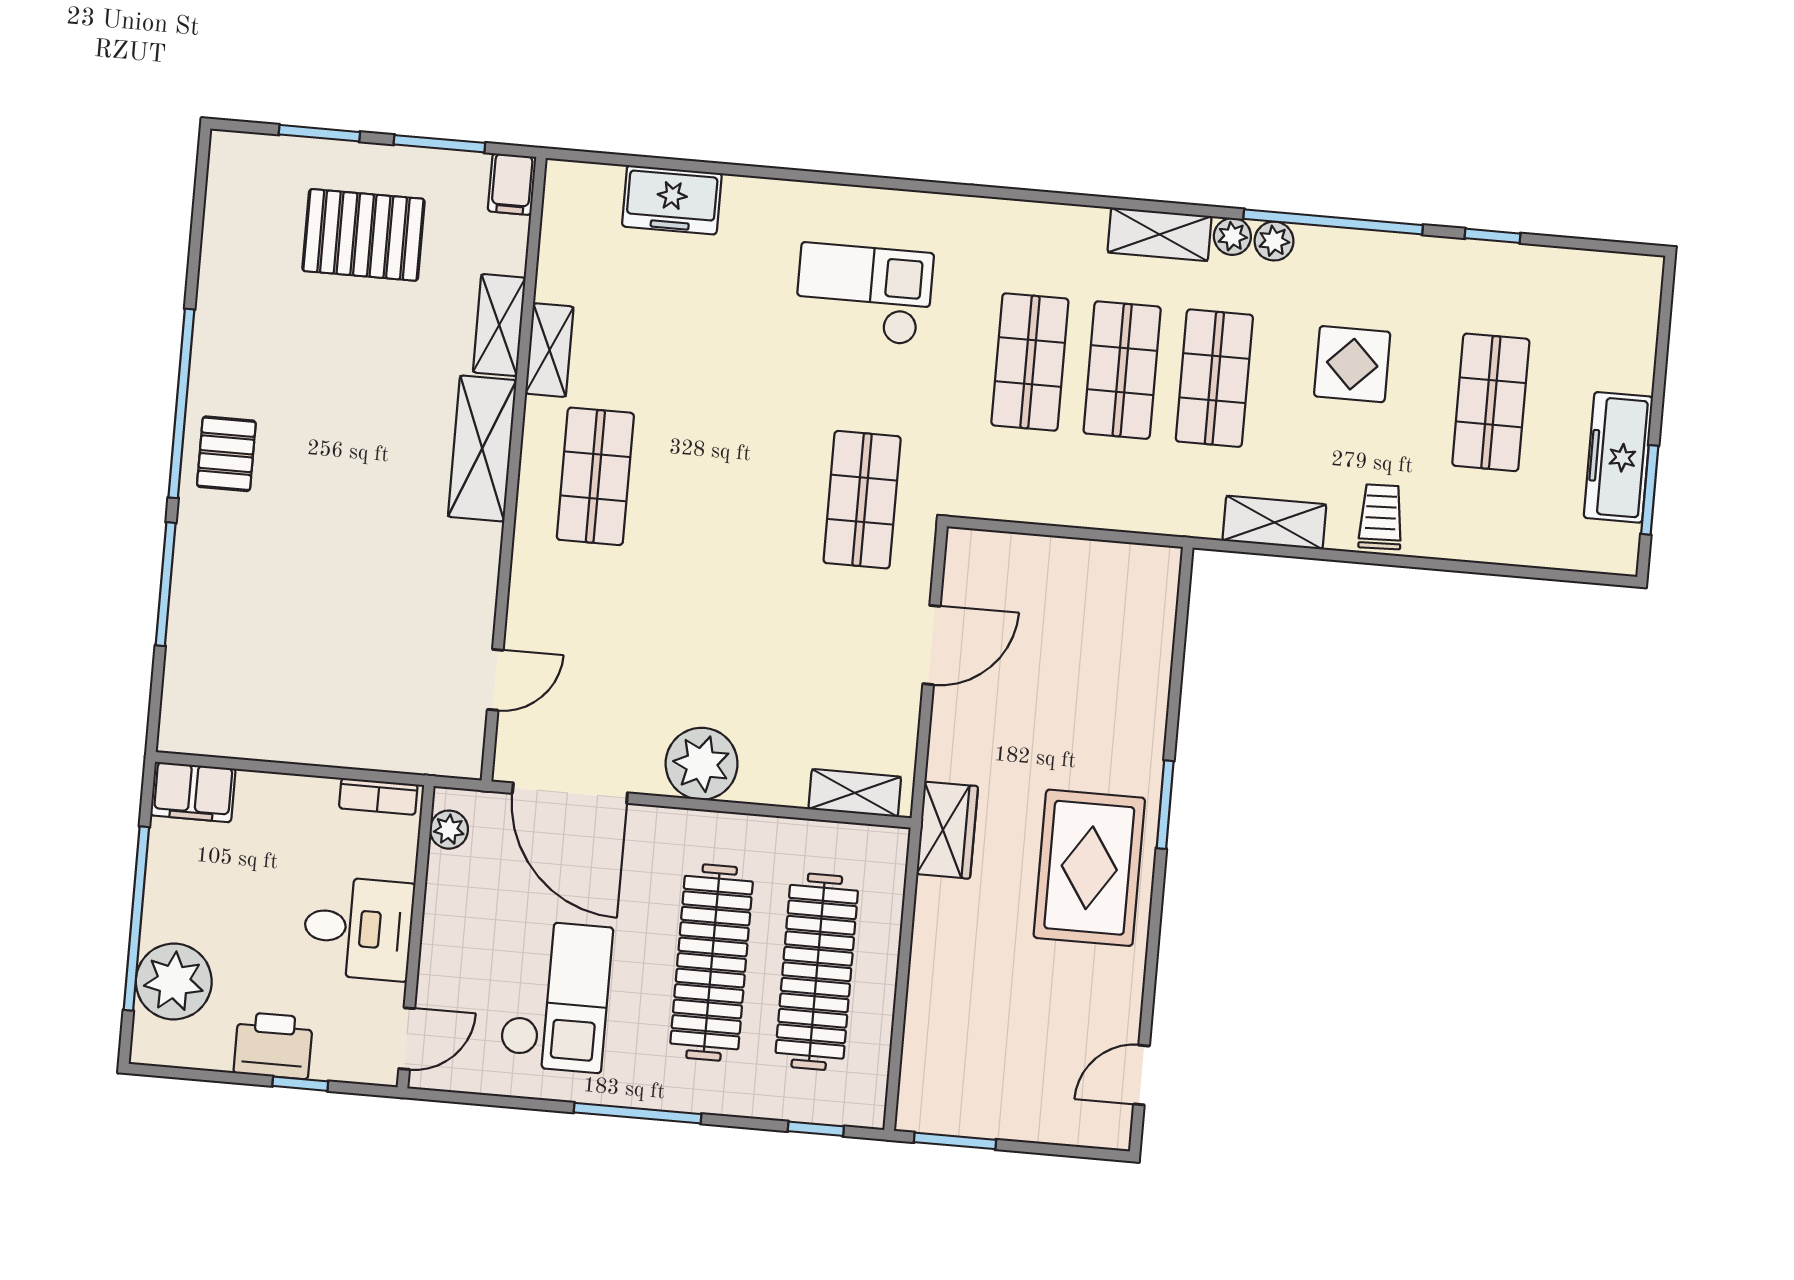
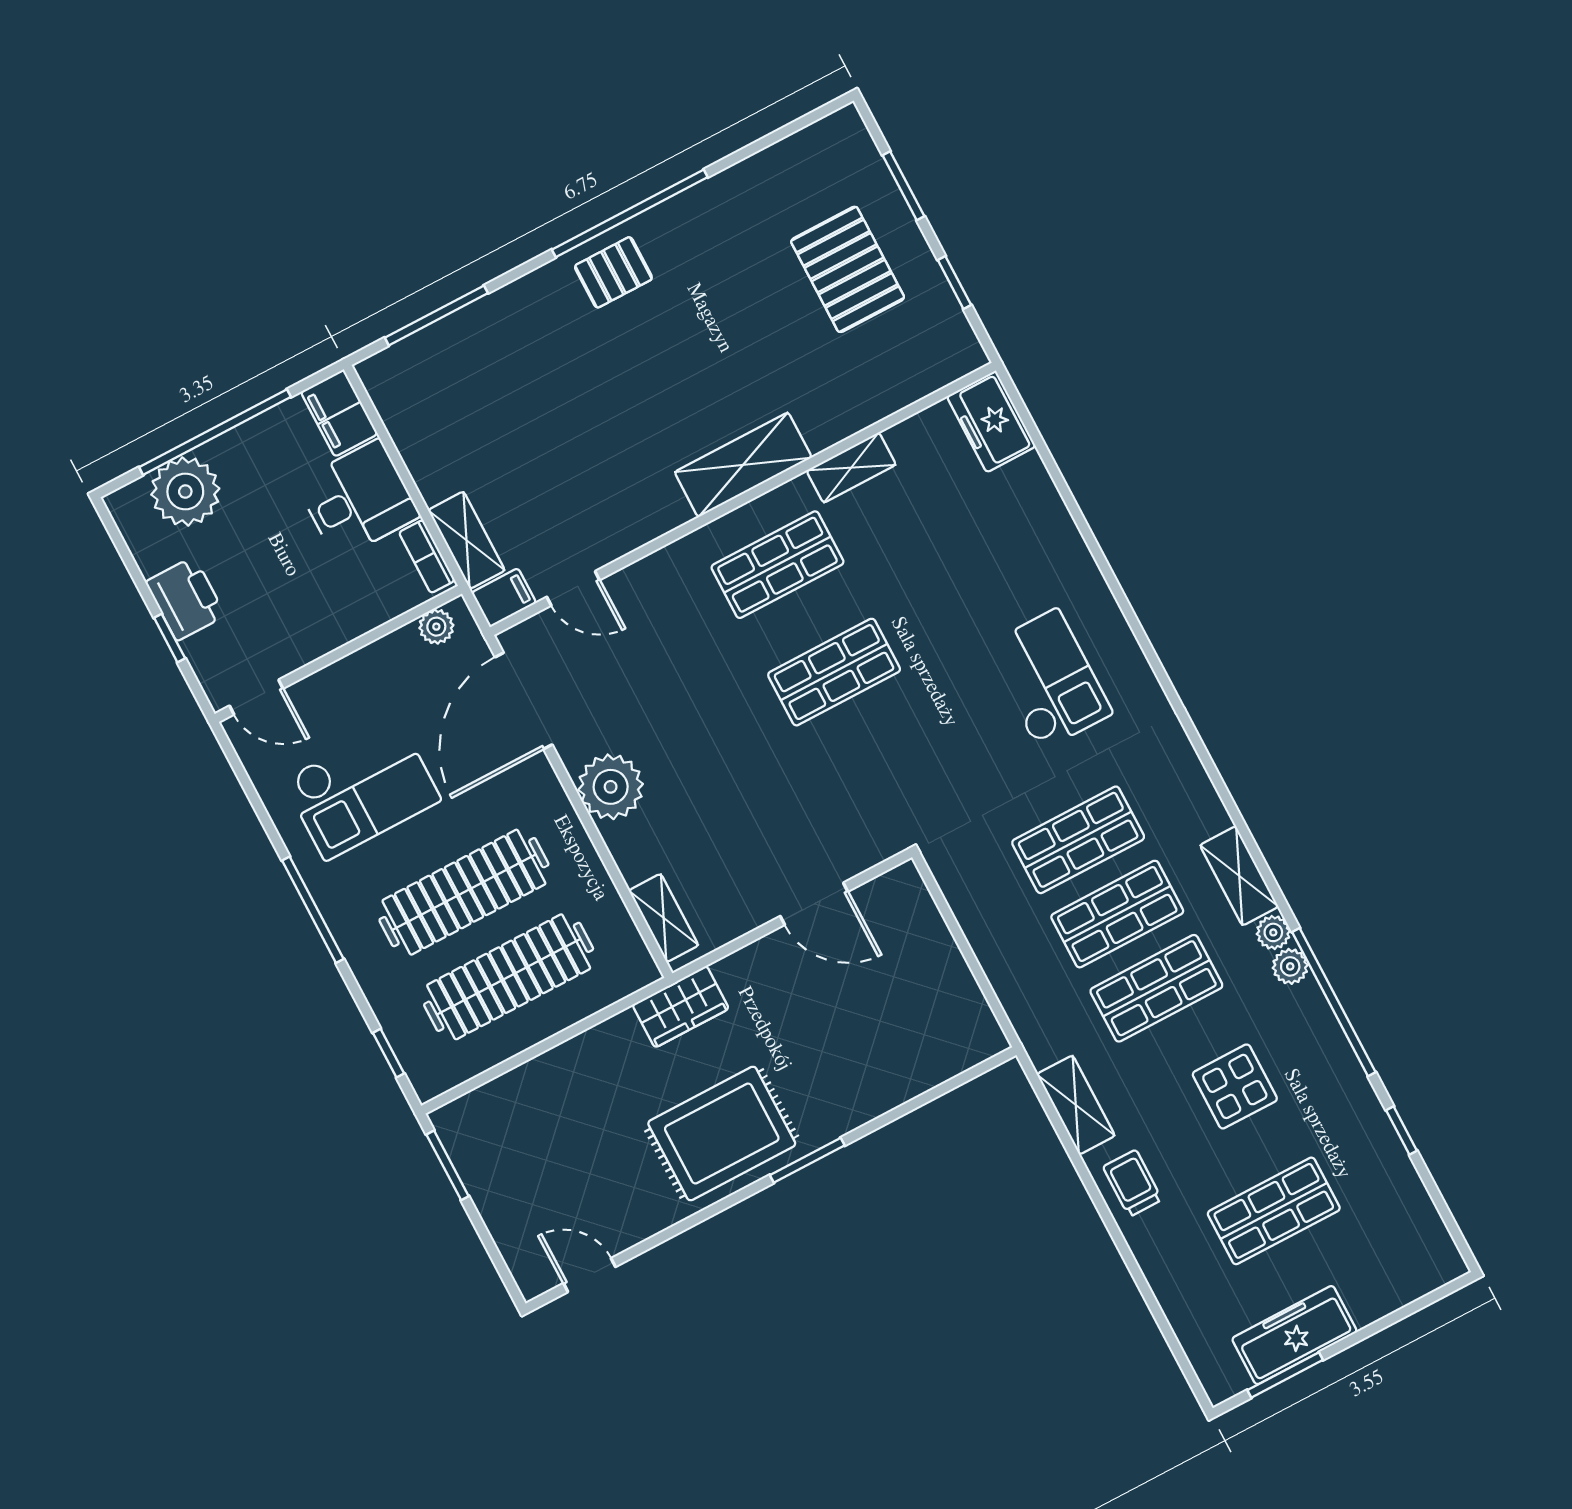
window: (439, 144) -> (954, 282), width x0.67
filing cabinet: (512, 184) -> (504, 598), moved, turned 180
freezer: (672, 200) -> (991, 422), moved
shelving: (499, 325) -> (467, 540), moved, turned 90
shop shelf: (862, 500) -> (834, 672), moved
trolley: (1381, 517) -> (1132, 1183), turned -88
window: (166, 584) -> (436, 315), moved
desk: (358, 928) -> (358, 499), moved, turned -90

